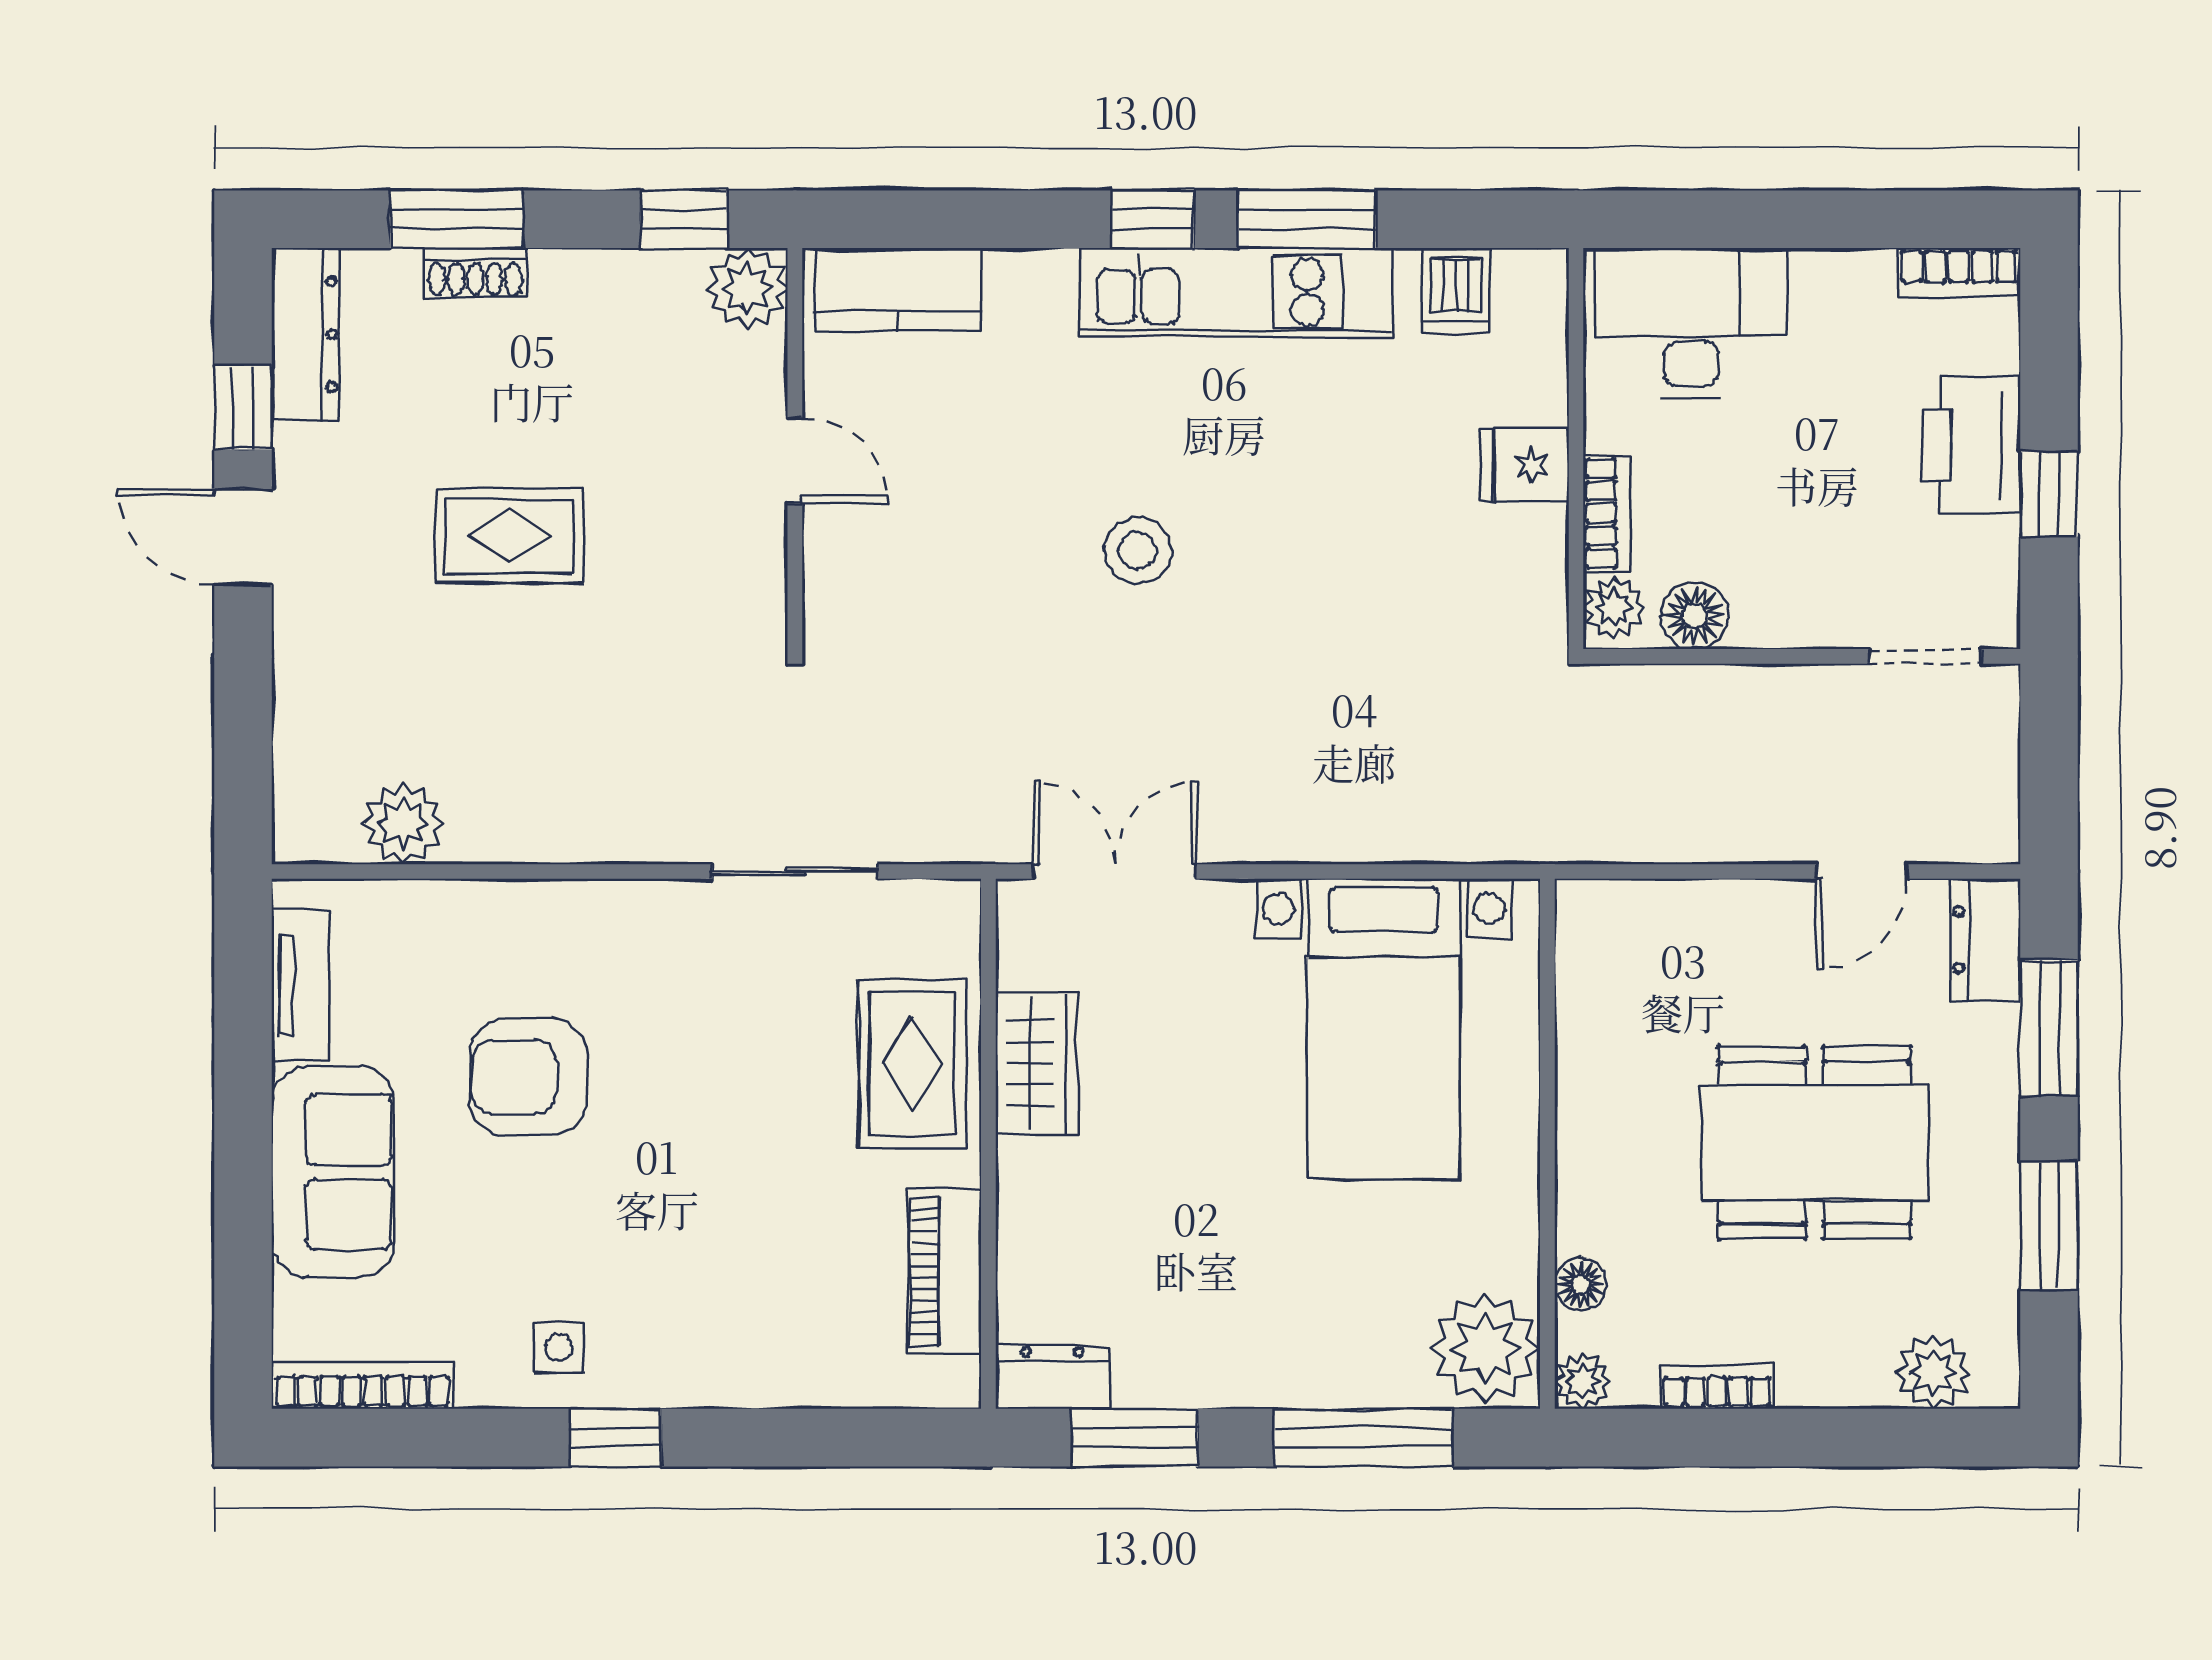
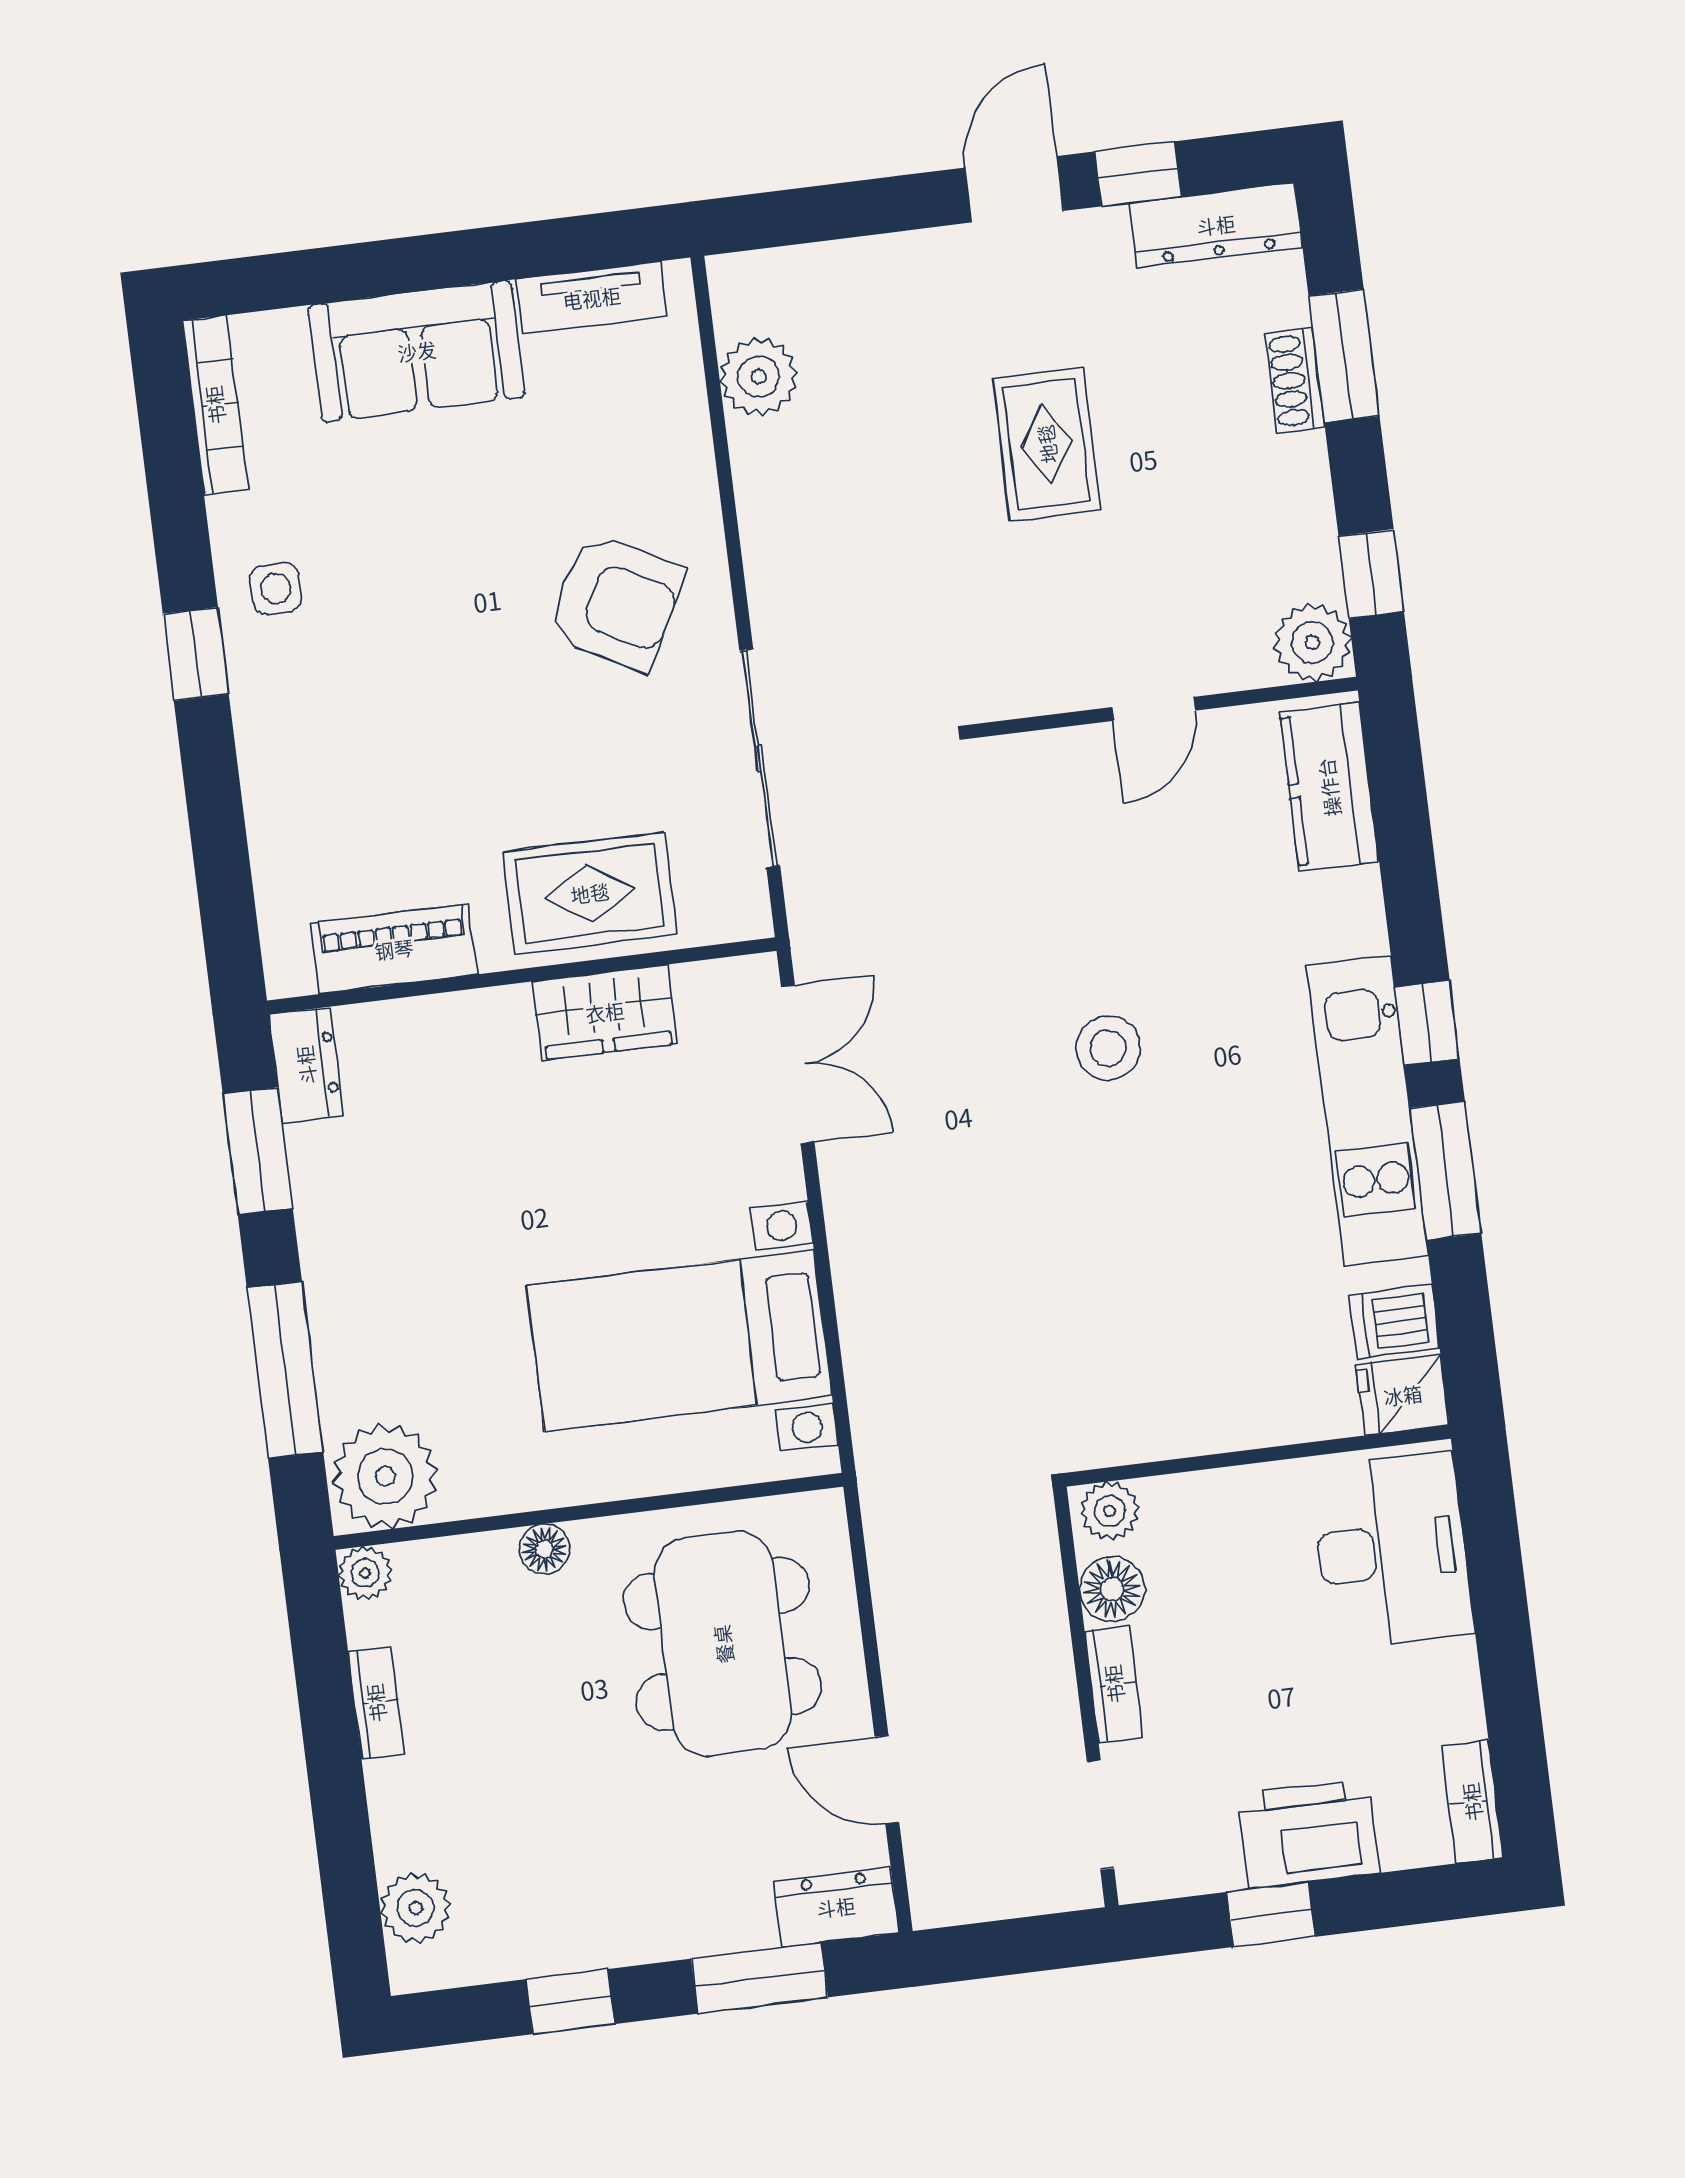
fridge: (1525, 465) -> (1403, 1395), moved, turned -90
bookcase: (1607, 513) -> (1114, 1684), moved, turned -90
sliding door: (795, 871) -> (760, 758), width x1.37
armchair: (528, 1077) -> (616, 602), moved, turned 118
dining table: (1814, 1143) -> (723, 1644), moved
window: (2049, 1225) -> (570, 2002), width x0.67
floor lamp: (1580, 1284) -> (544, 1549), moved

